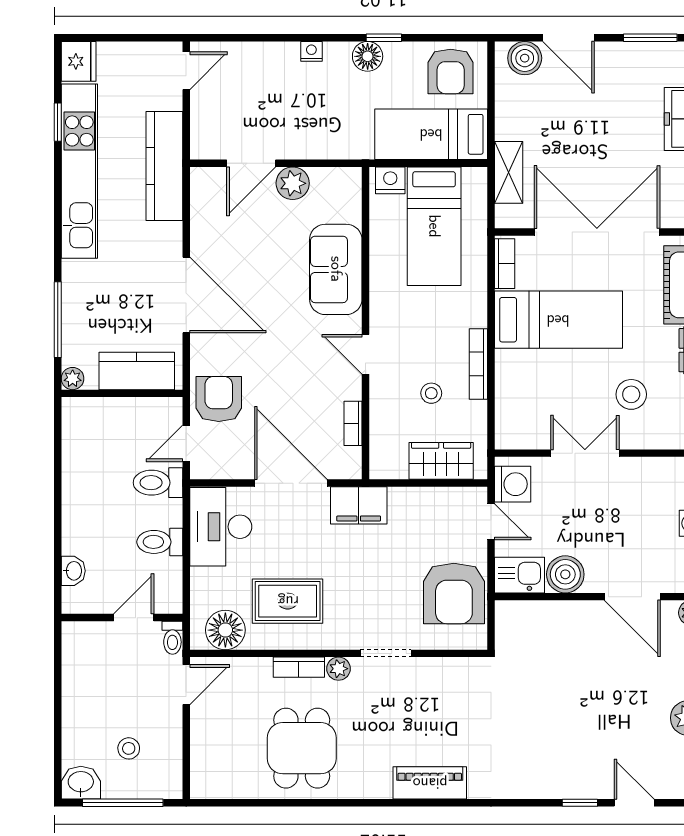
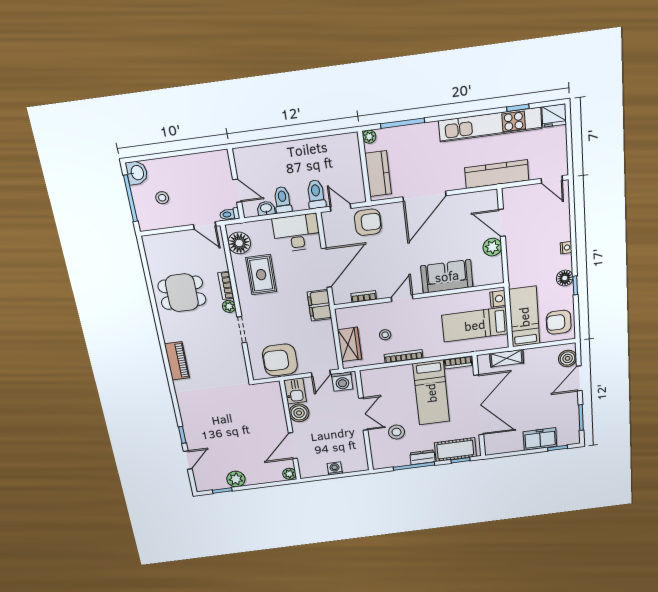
washbasin: (73, 571) -> (266, 208), moved, turned 180

